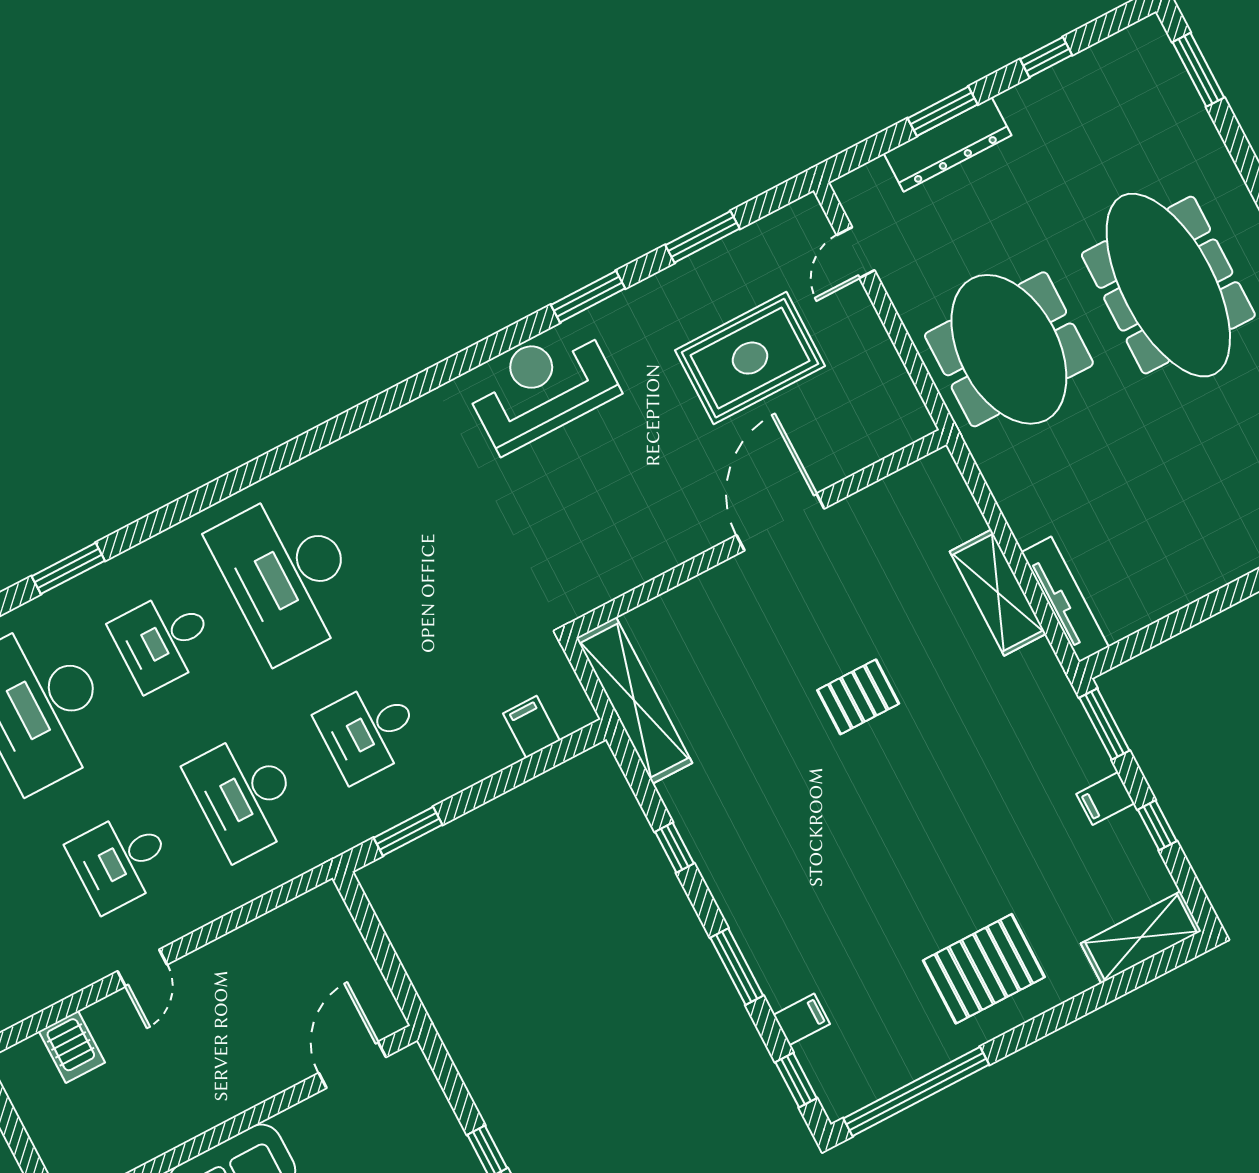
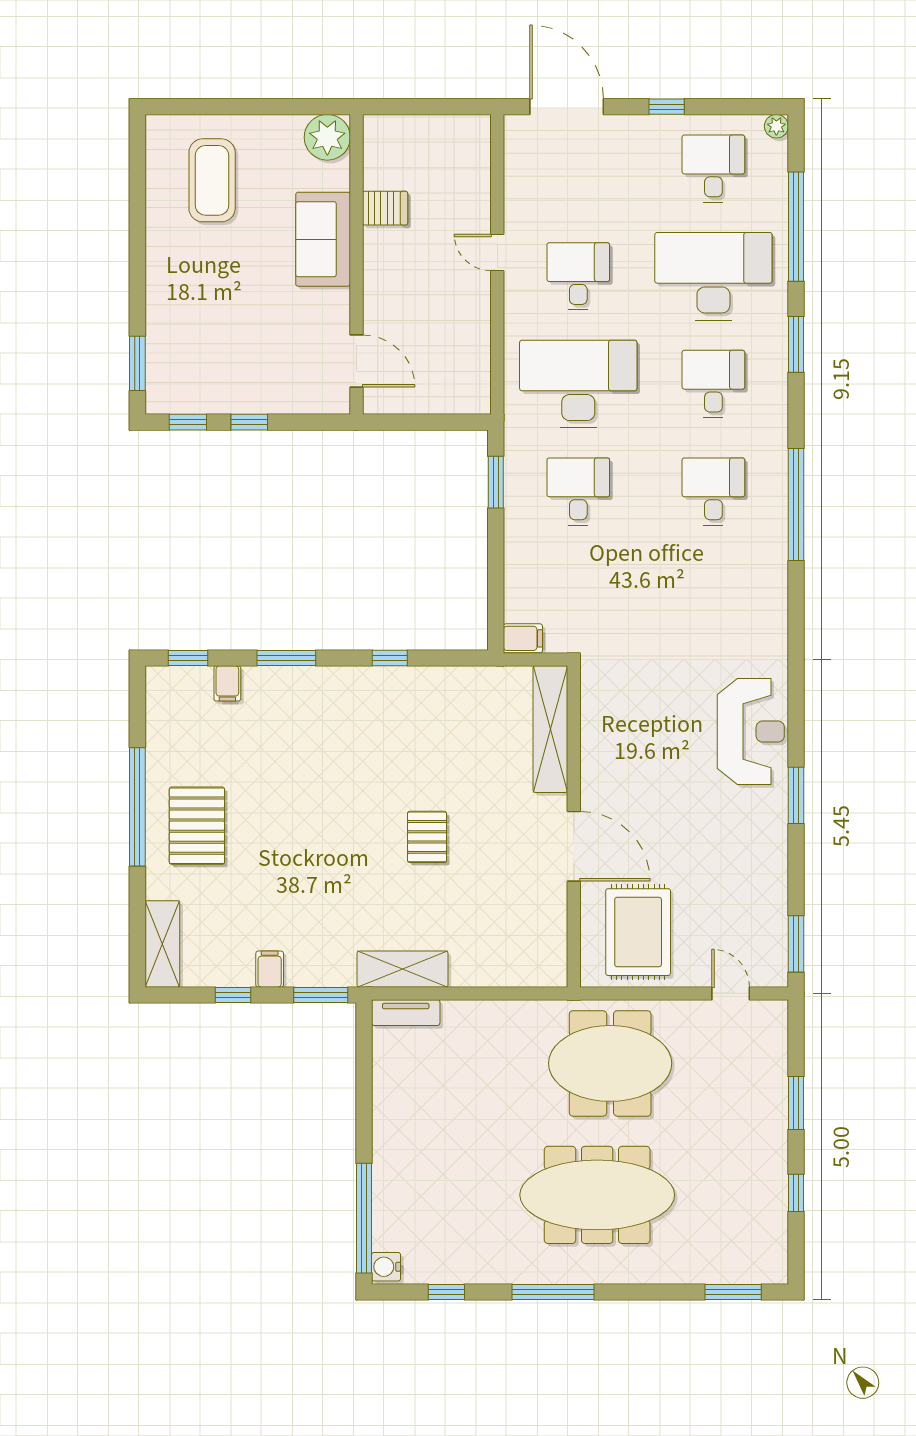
dresser: (948, 144) -> (772, 1095), removed
window: (702, 237) -> (796, 944), moved
rug: (750, 358) -> (638, 932), moved
window: (253, 472) -> (796, 505), added
desk: (288, 575) -> (713, 491), width x0.53, depth x0.77
shelving: (998, 593) -> (403, 969), moved
tv unit: (1065, 599) -> (406, 1013), width x0.71
shelving: (634, 700) -> (550, 729), moved, turned 90
filing cabinet: (531, 727) -> (523, 638), moved
desk: (245, 795) -> (578, 384), width x1.36, depth x1.30
server rack: (72, 1047) -> (385, 208), moved, turned 180
window: (916, 1091) -> (137, 807), moved

